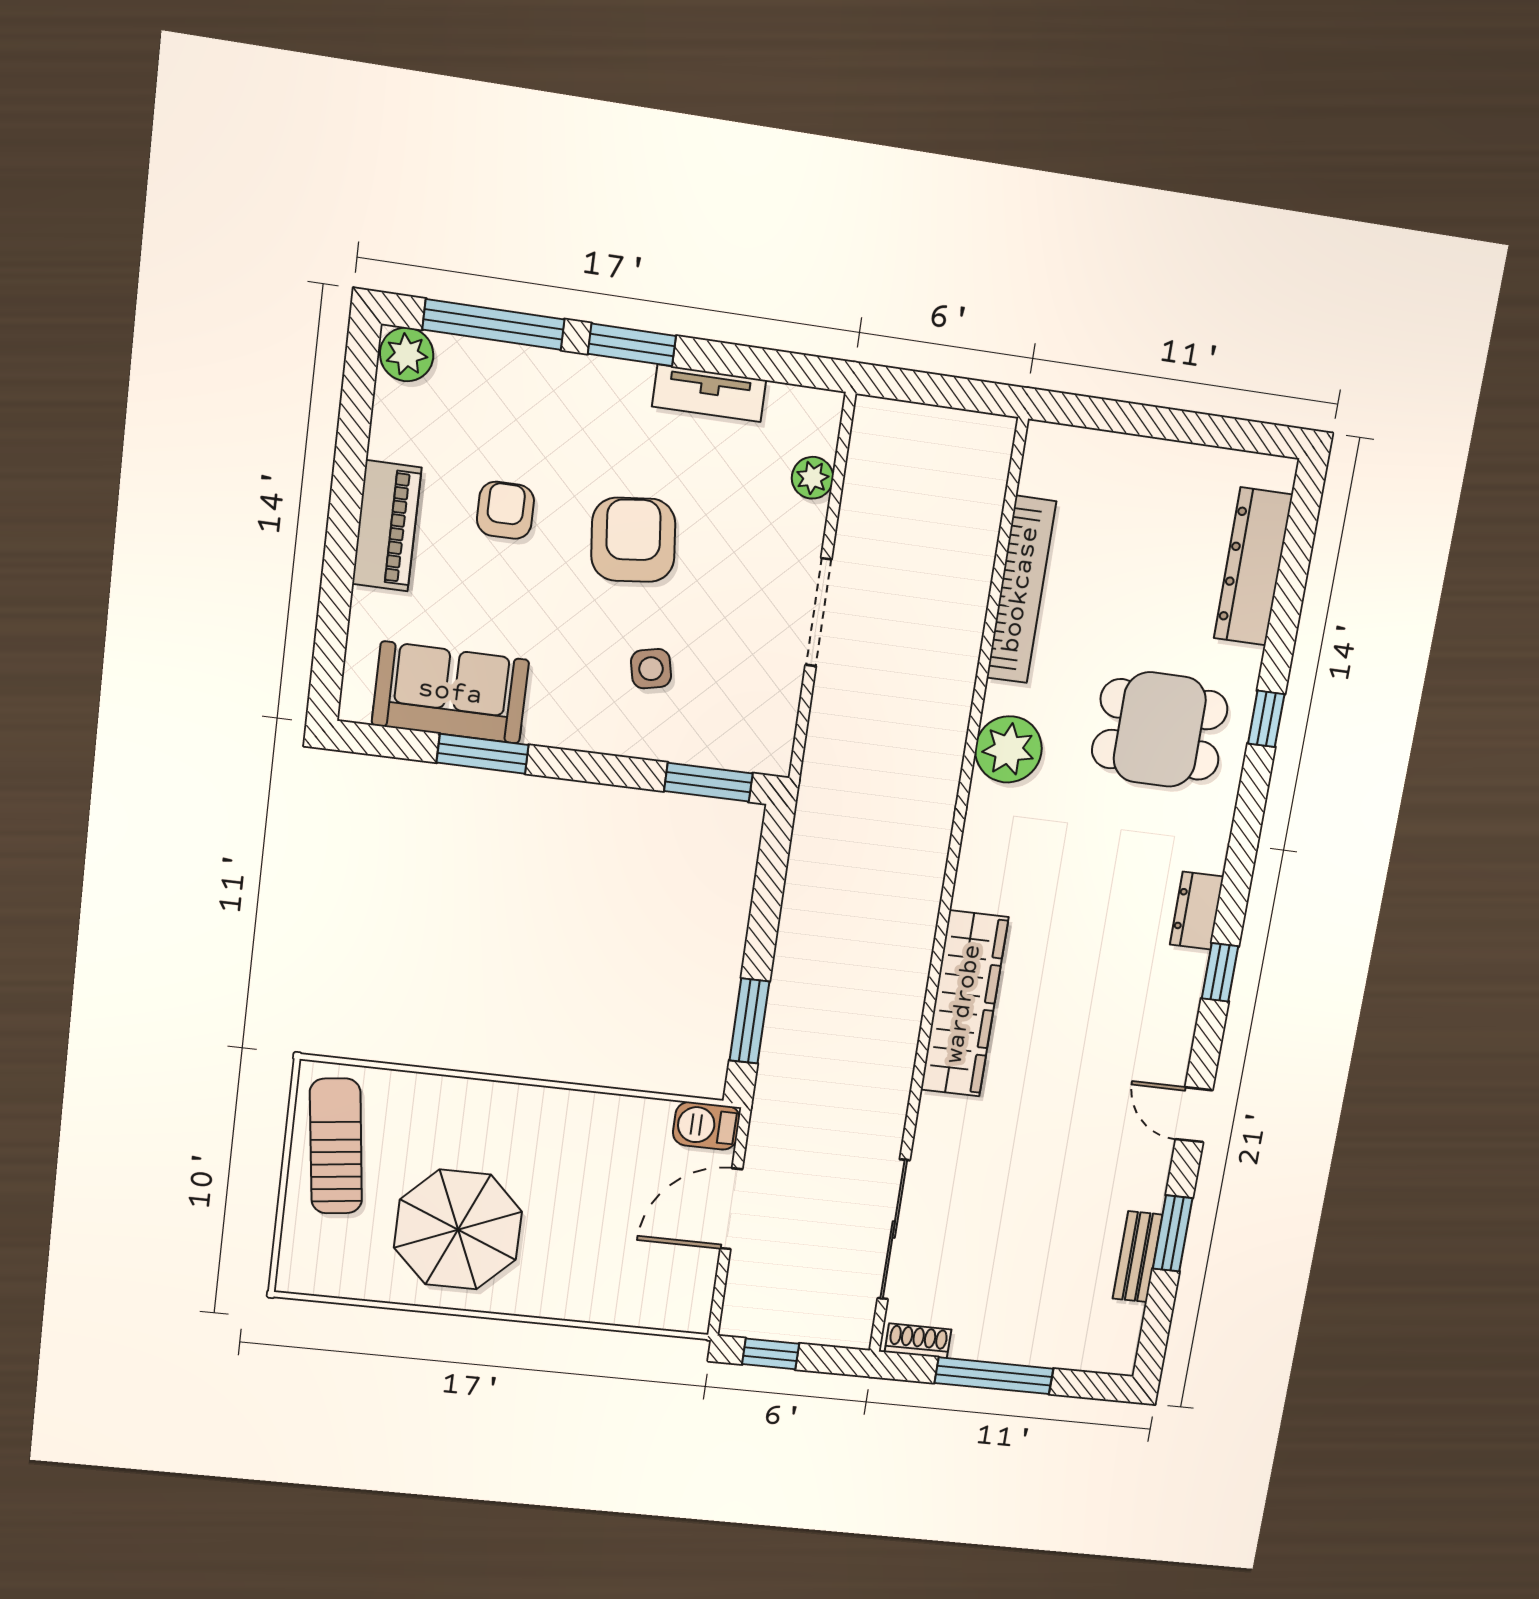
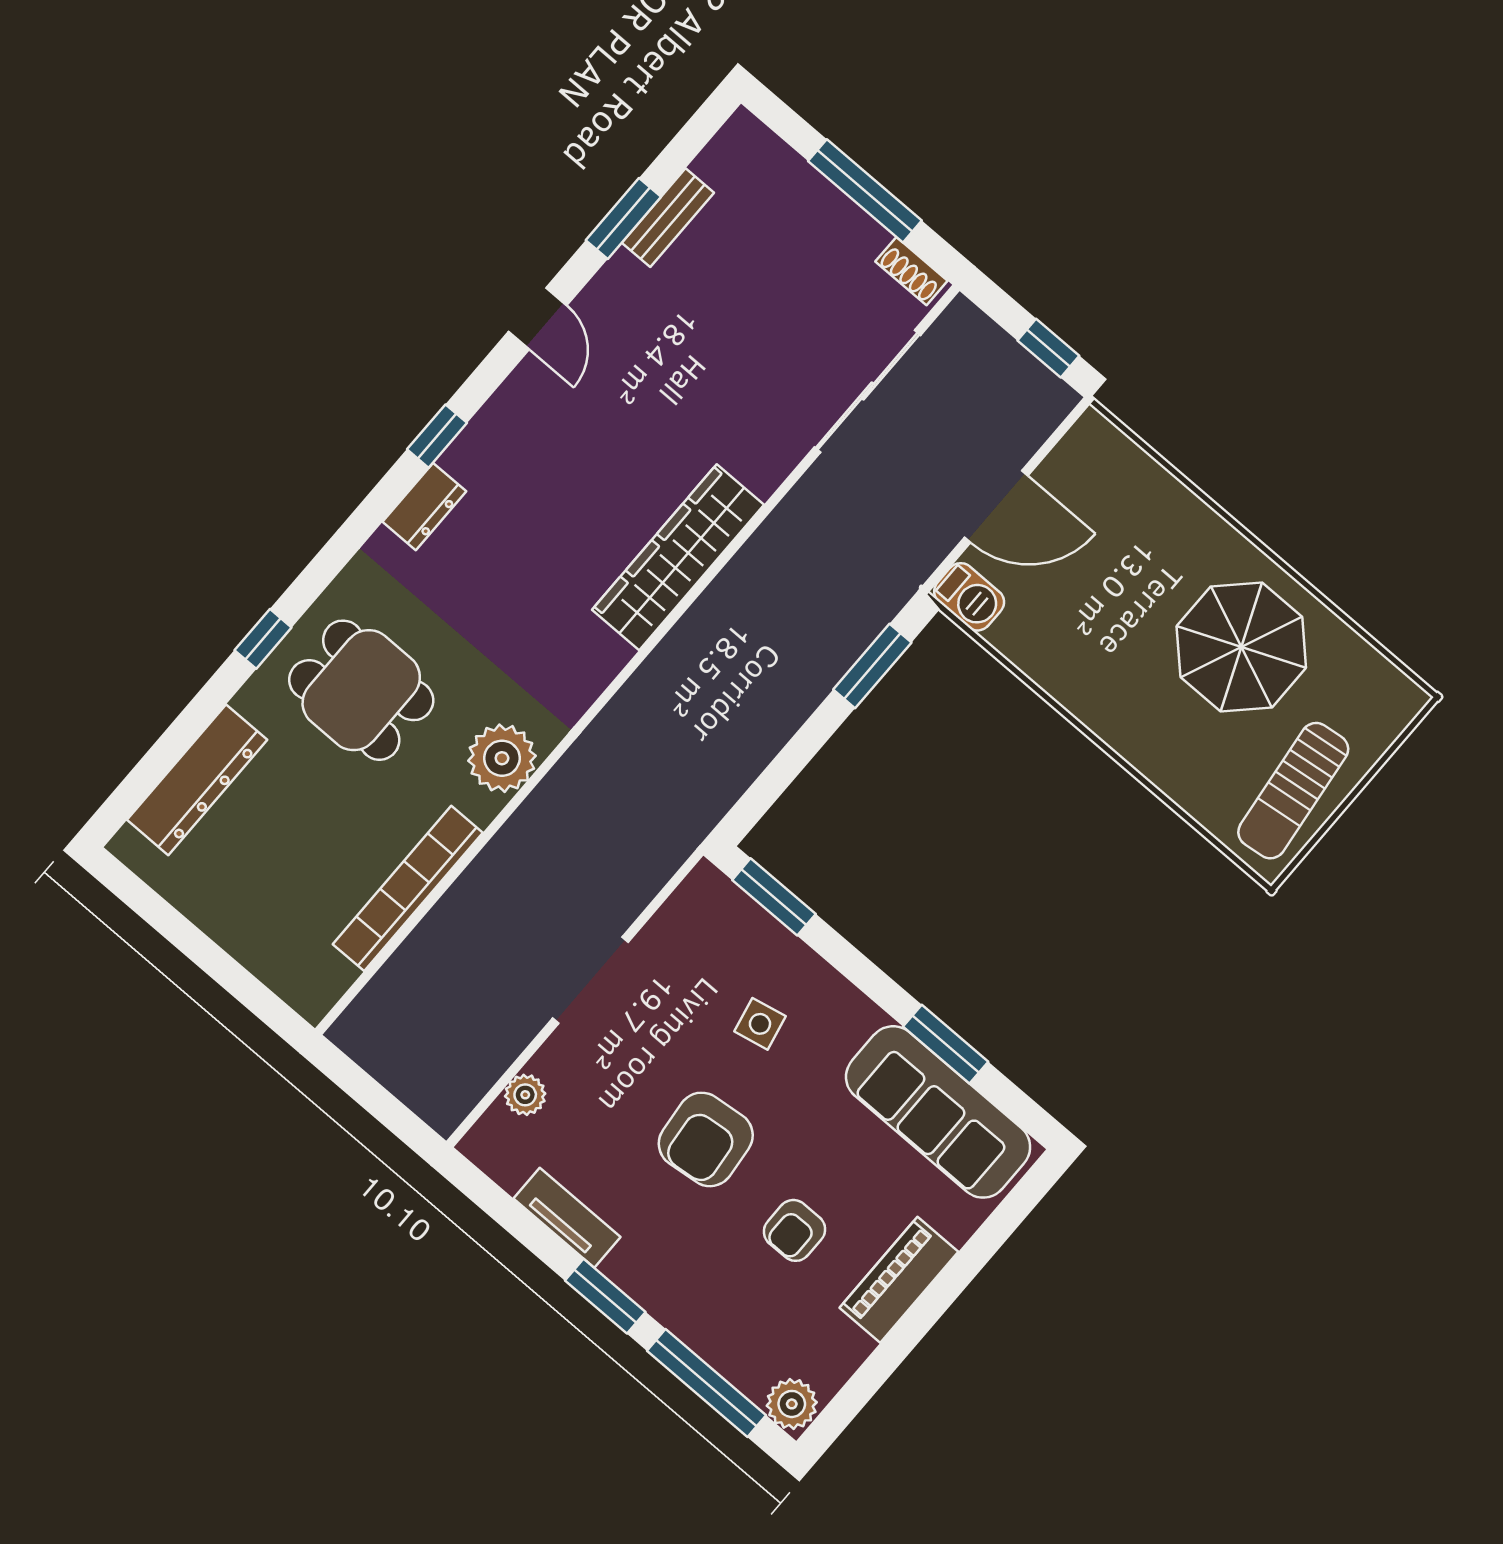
sofa: (450, 693) -> (938, 1112), width x1.36

